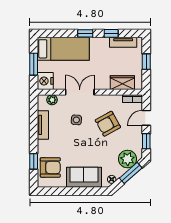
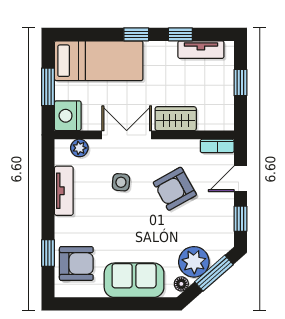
wardrobe: (122, 83) -> (176, 119), moved
plant: (127, 159) -> (194, 262), moved

